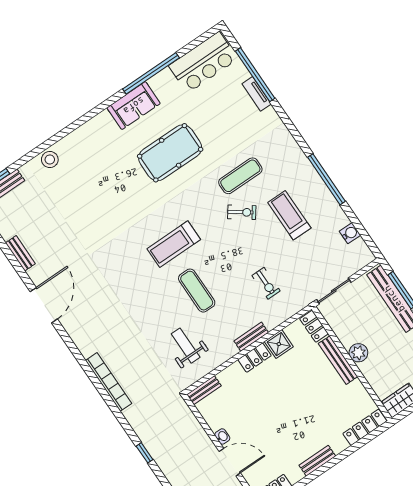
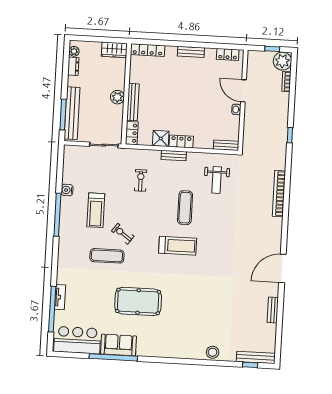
sofa: (134, 106) -> (119, 345), moved
water cooler: (350, 233) -> (67, 190), moved

